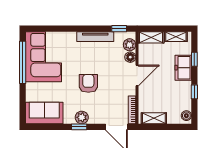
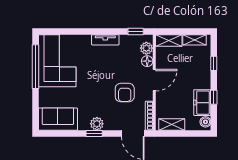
tv unit: (95, 37) -> (105, 40), width x0.71
freezer: (183, 68) -> (202, 103), moved
armchair: (88, 83) -> (125, 93), moved, turned 180

